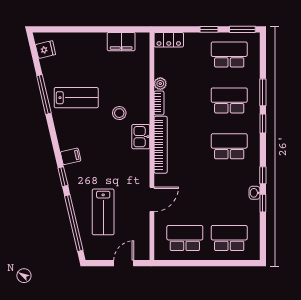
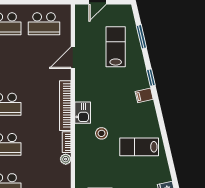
window: (44, 94) -> (168, 150), removed
window: (74, 223) -> (141, 37), width x0.47

